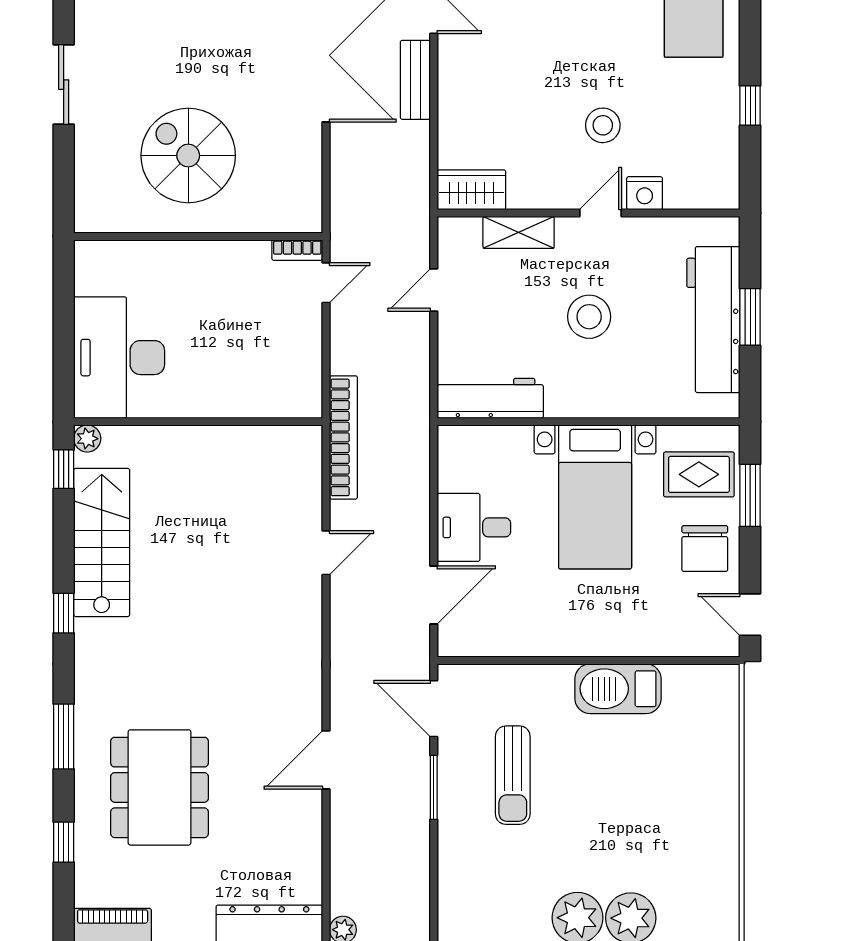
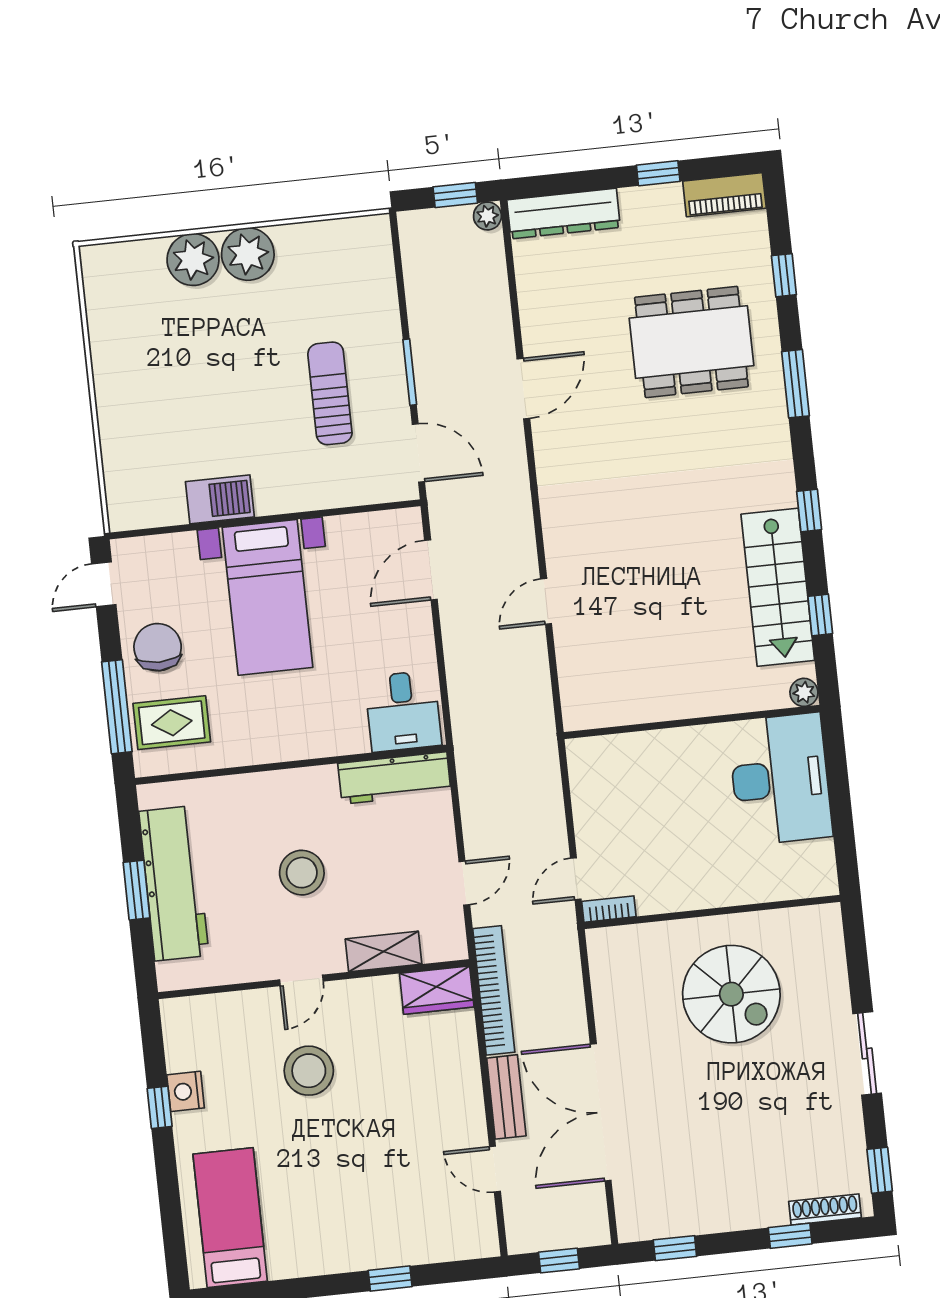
stool: (603, 125) -> (309, 1071), width x1.38, depth x1.38
nightstand: (645, 193) -> (186, 1091), moved, turned -90
bookcase: (343, 437) -> (494, 990), moved, turned 180
window: (64, 469) -> (820, 615), moved
window: (750, 495) -> (117, 707), width x1.44
bed with nightstands: (595, 497) -> (268, 597), moved, turned 180
desk: (474, 527) -> (403, 711), moved, turned 90
door: (750, 615) -> (104, 584), swing flipped
barbecue: (618, 689) -> (220, 499), width x0.73, depth x0.83
dining table: (159, 787) -> (691, 342), turned 90

